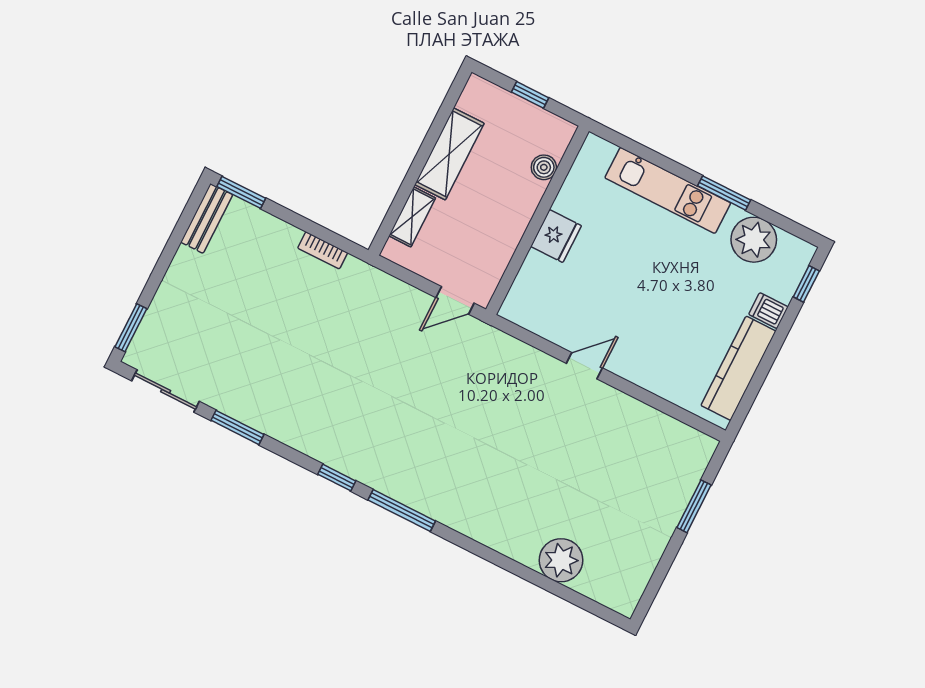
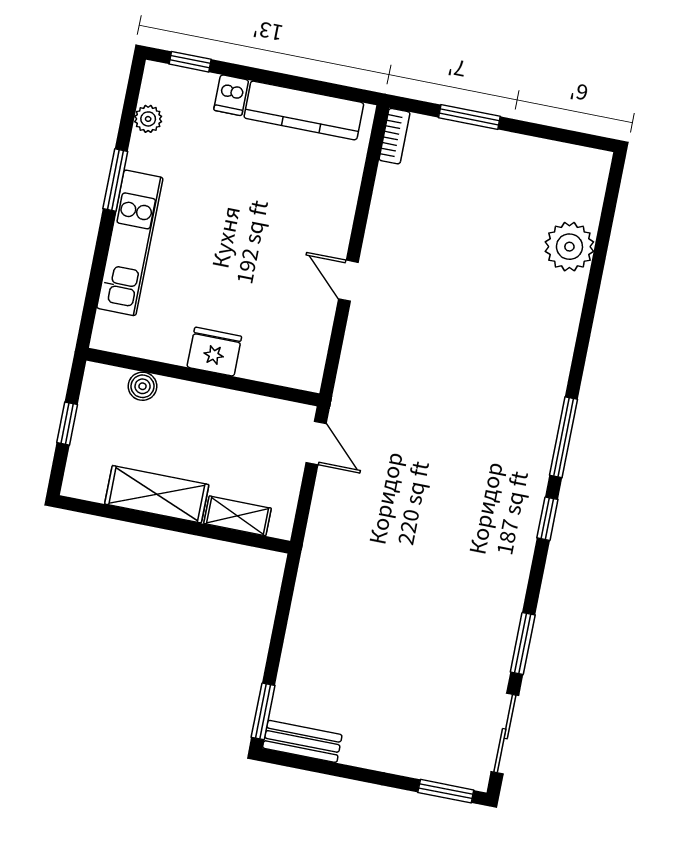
plant: (754, 240) -> (148, 119), width x0.53, depth x0.53
bookcase: (323, 250) -> (395, 136), moved

